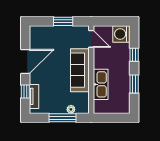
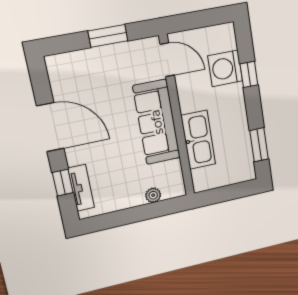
washing machine: (121, 34) -> (225, 68), moved
door: (25, 62) -> (50, 127), hinge flipped
window: (134, 84) -> (259, 145), moved
window: (63, 118) -> (141, 213), removed

